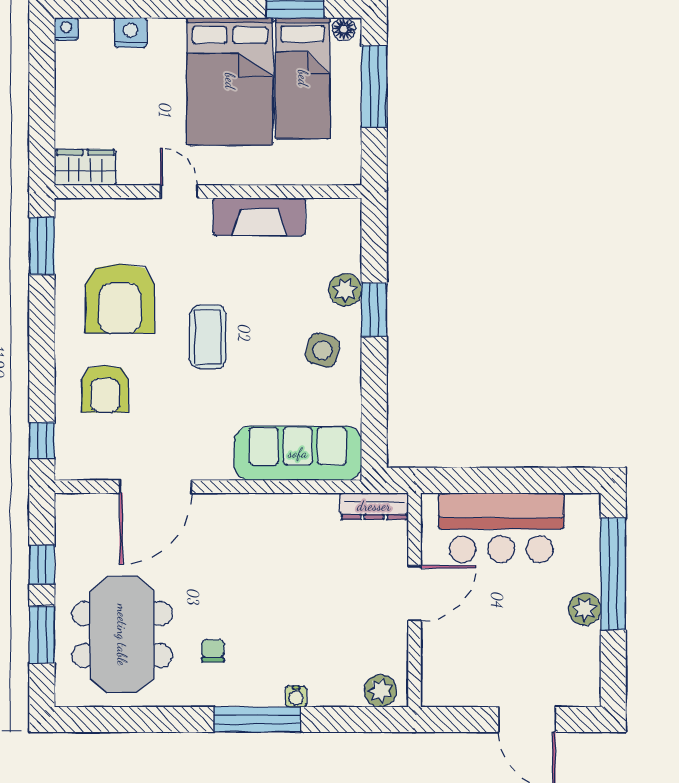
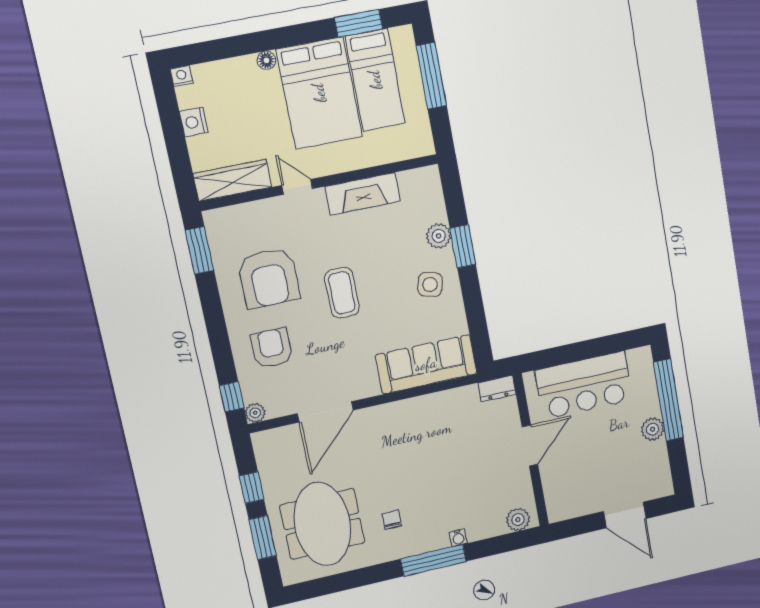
floor lamp: (344, 29) -> (266, 60), moved
nightstand: (131, 32) -> (194, 122), moved, turned -90
wardrobe: (85, 167) -> (232, 180), width x1.50
armchair: (105, 389) -> (272, 348), turned 180
plant: (67, 468) -> (255, 413), added
dresser: (374, 506) -> (497, 389), width x0.70

